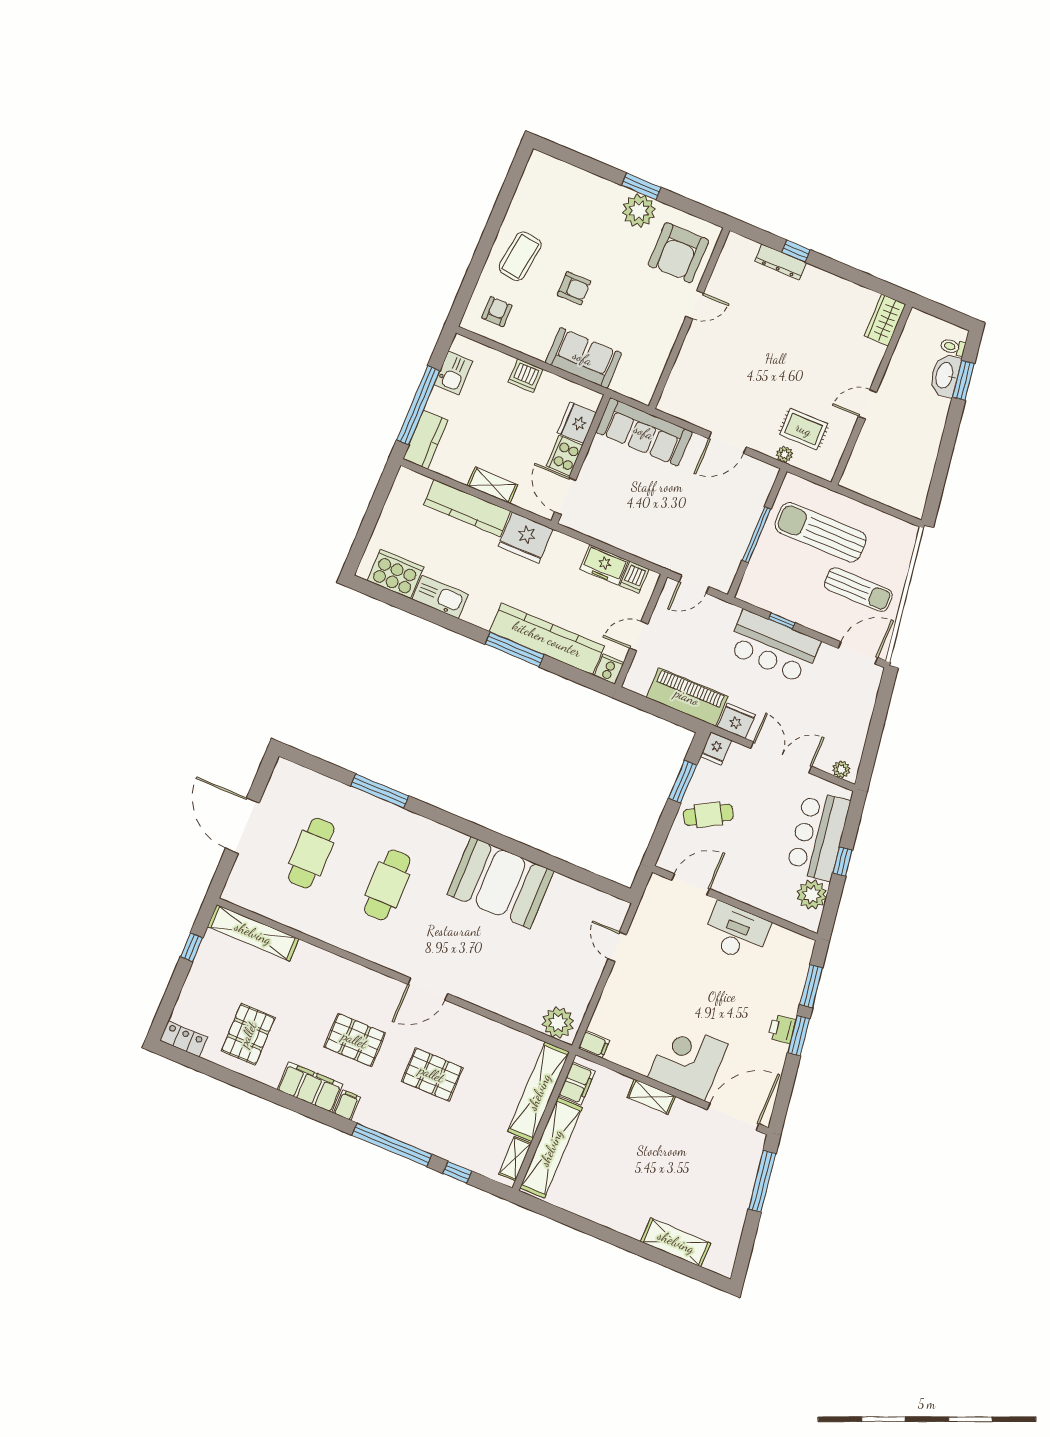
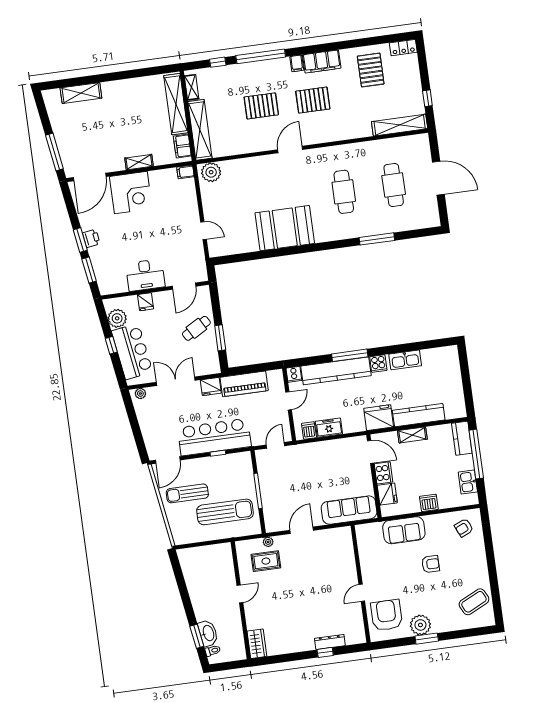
coffee table: (520, 256) -> (474, 602), moved, turned 56
armchair: (574, 288) -> (431, 564), turned 180
armchair: (497, 312) -> (464, 528), turned 66
cooker: (395, 574) -> (378, 364), moved, width x0.53, depth x0.76
bar counter: (773, 647) -> (214, 437), width x1.36
fridge: (716, 748) -> (145, 302), moved, turned 180
double door: (781, 757) -> (176, 381), swing flipped

